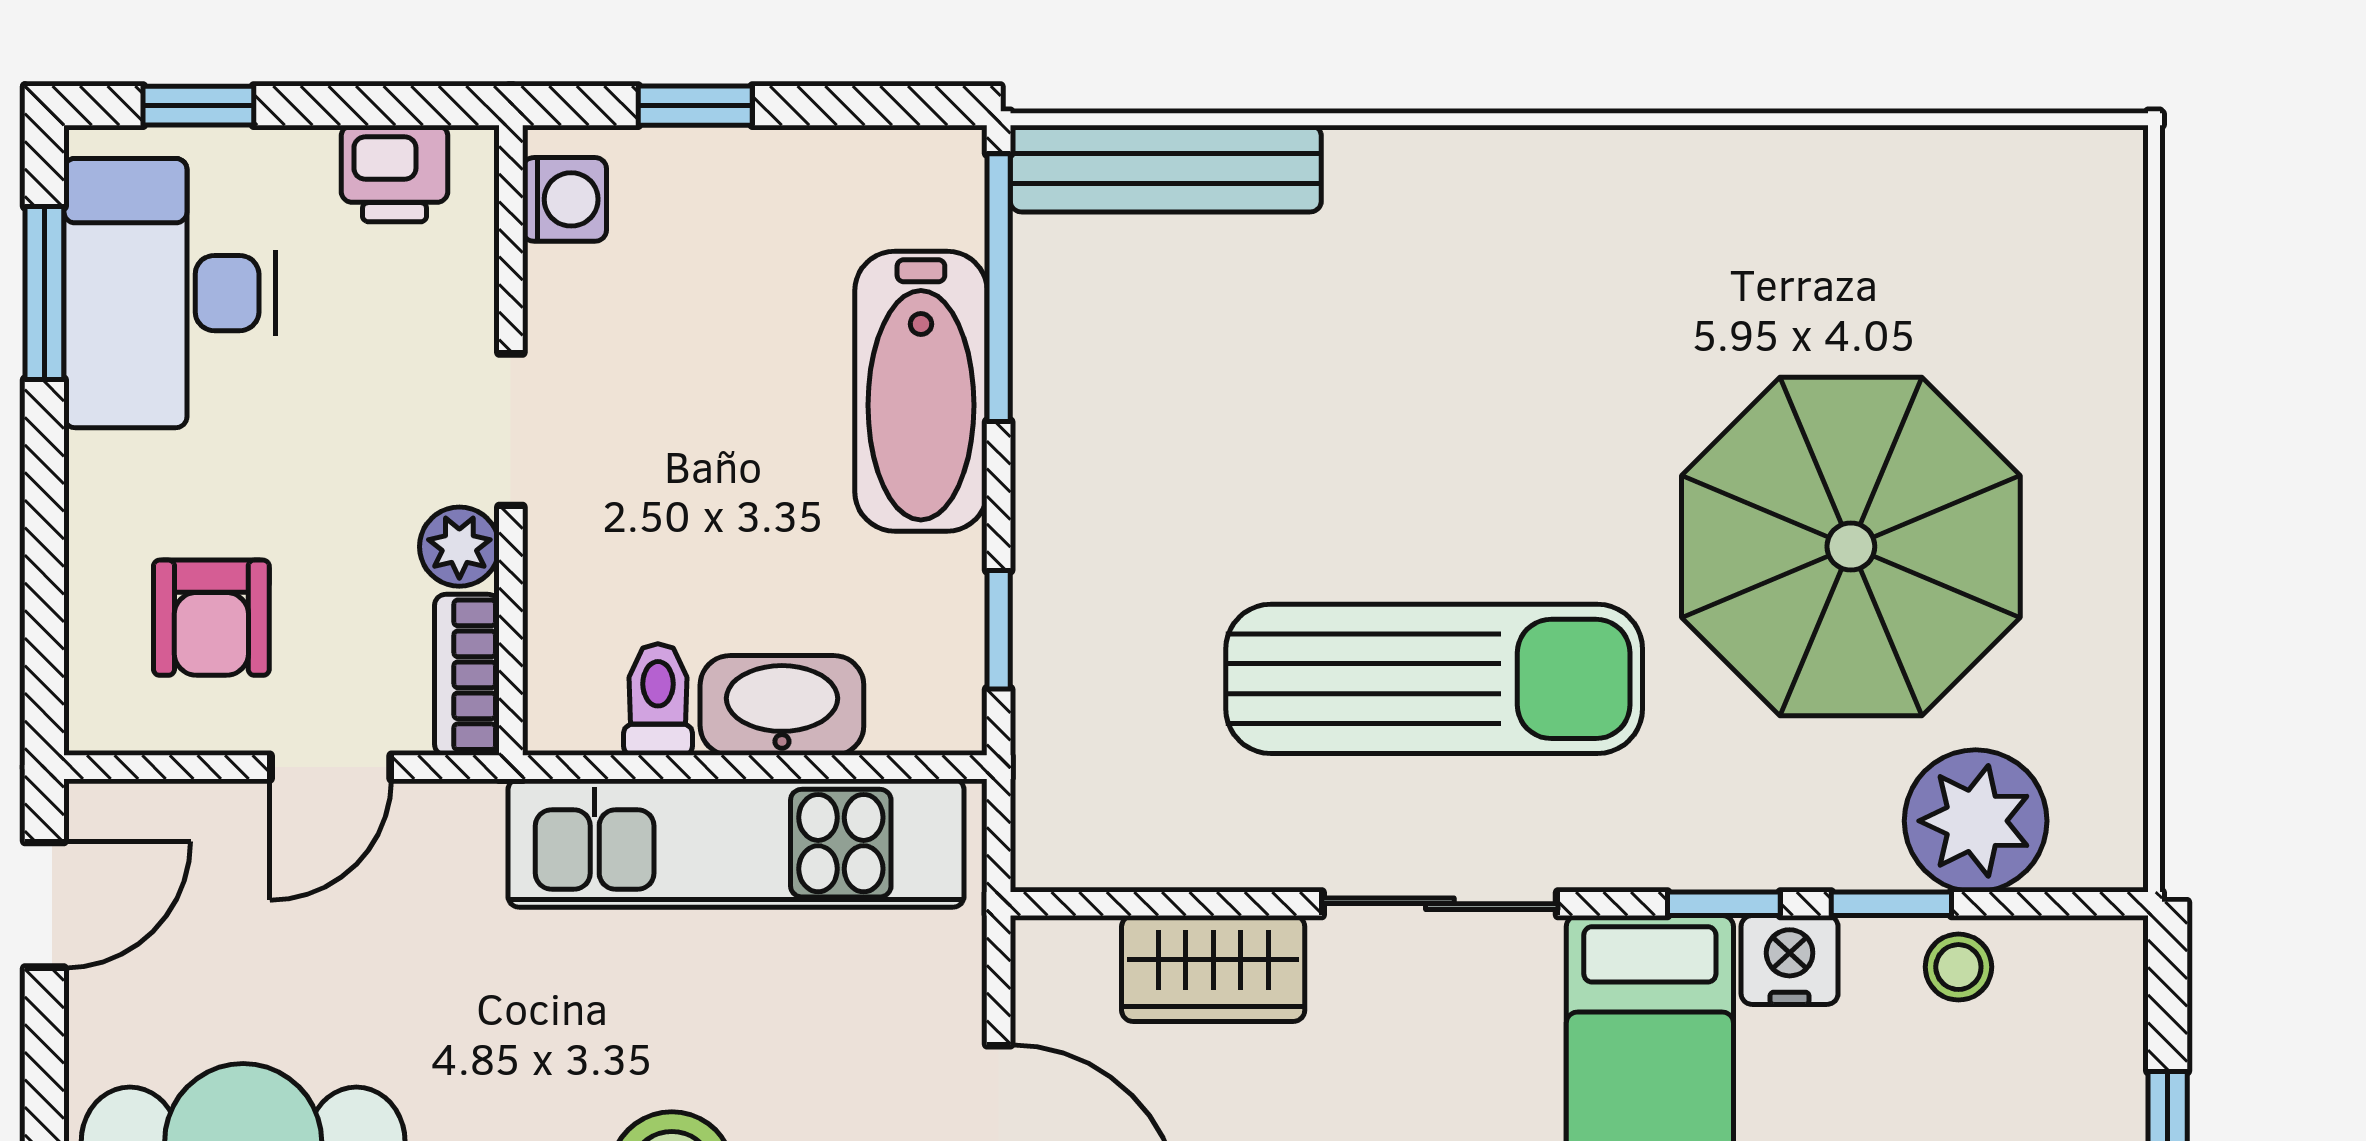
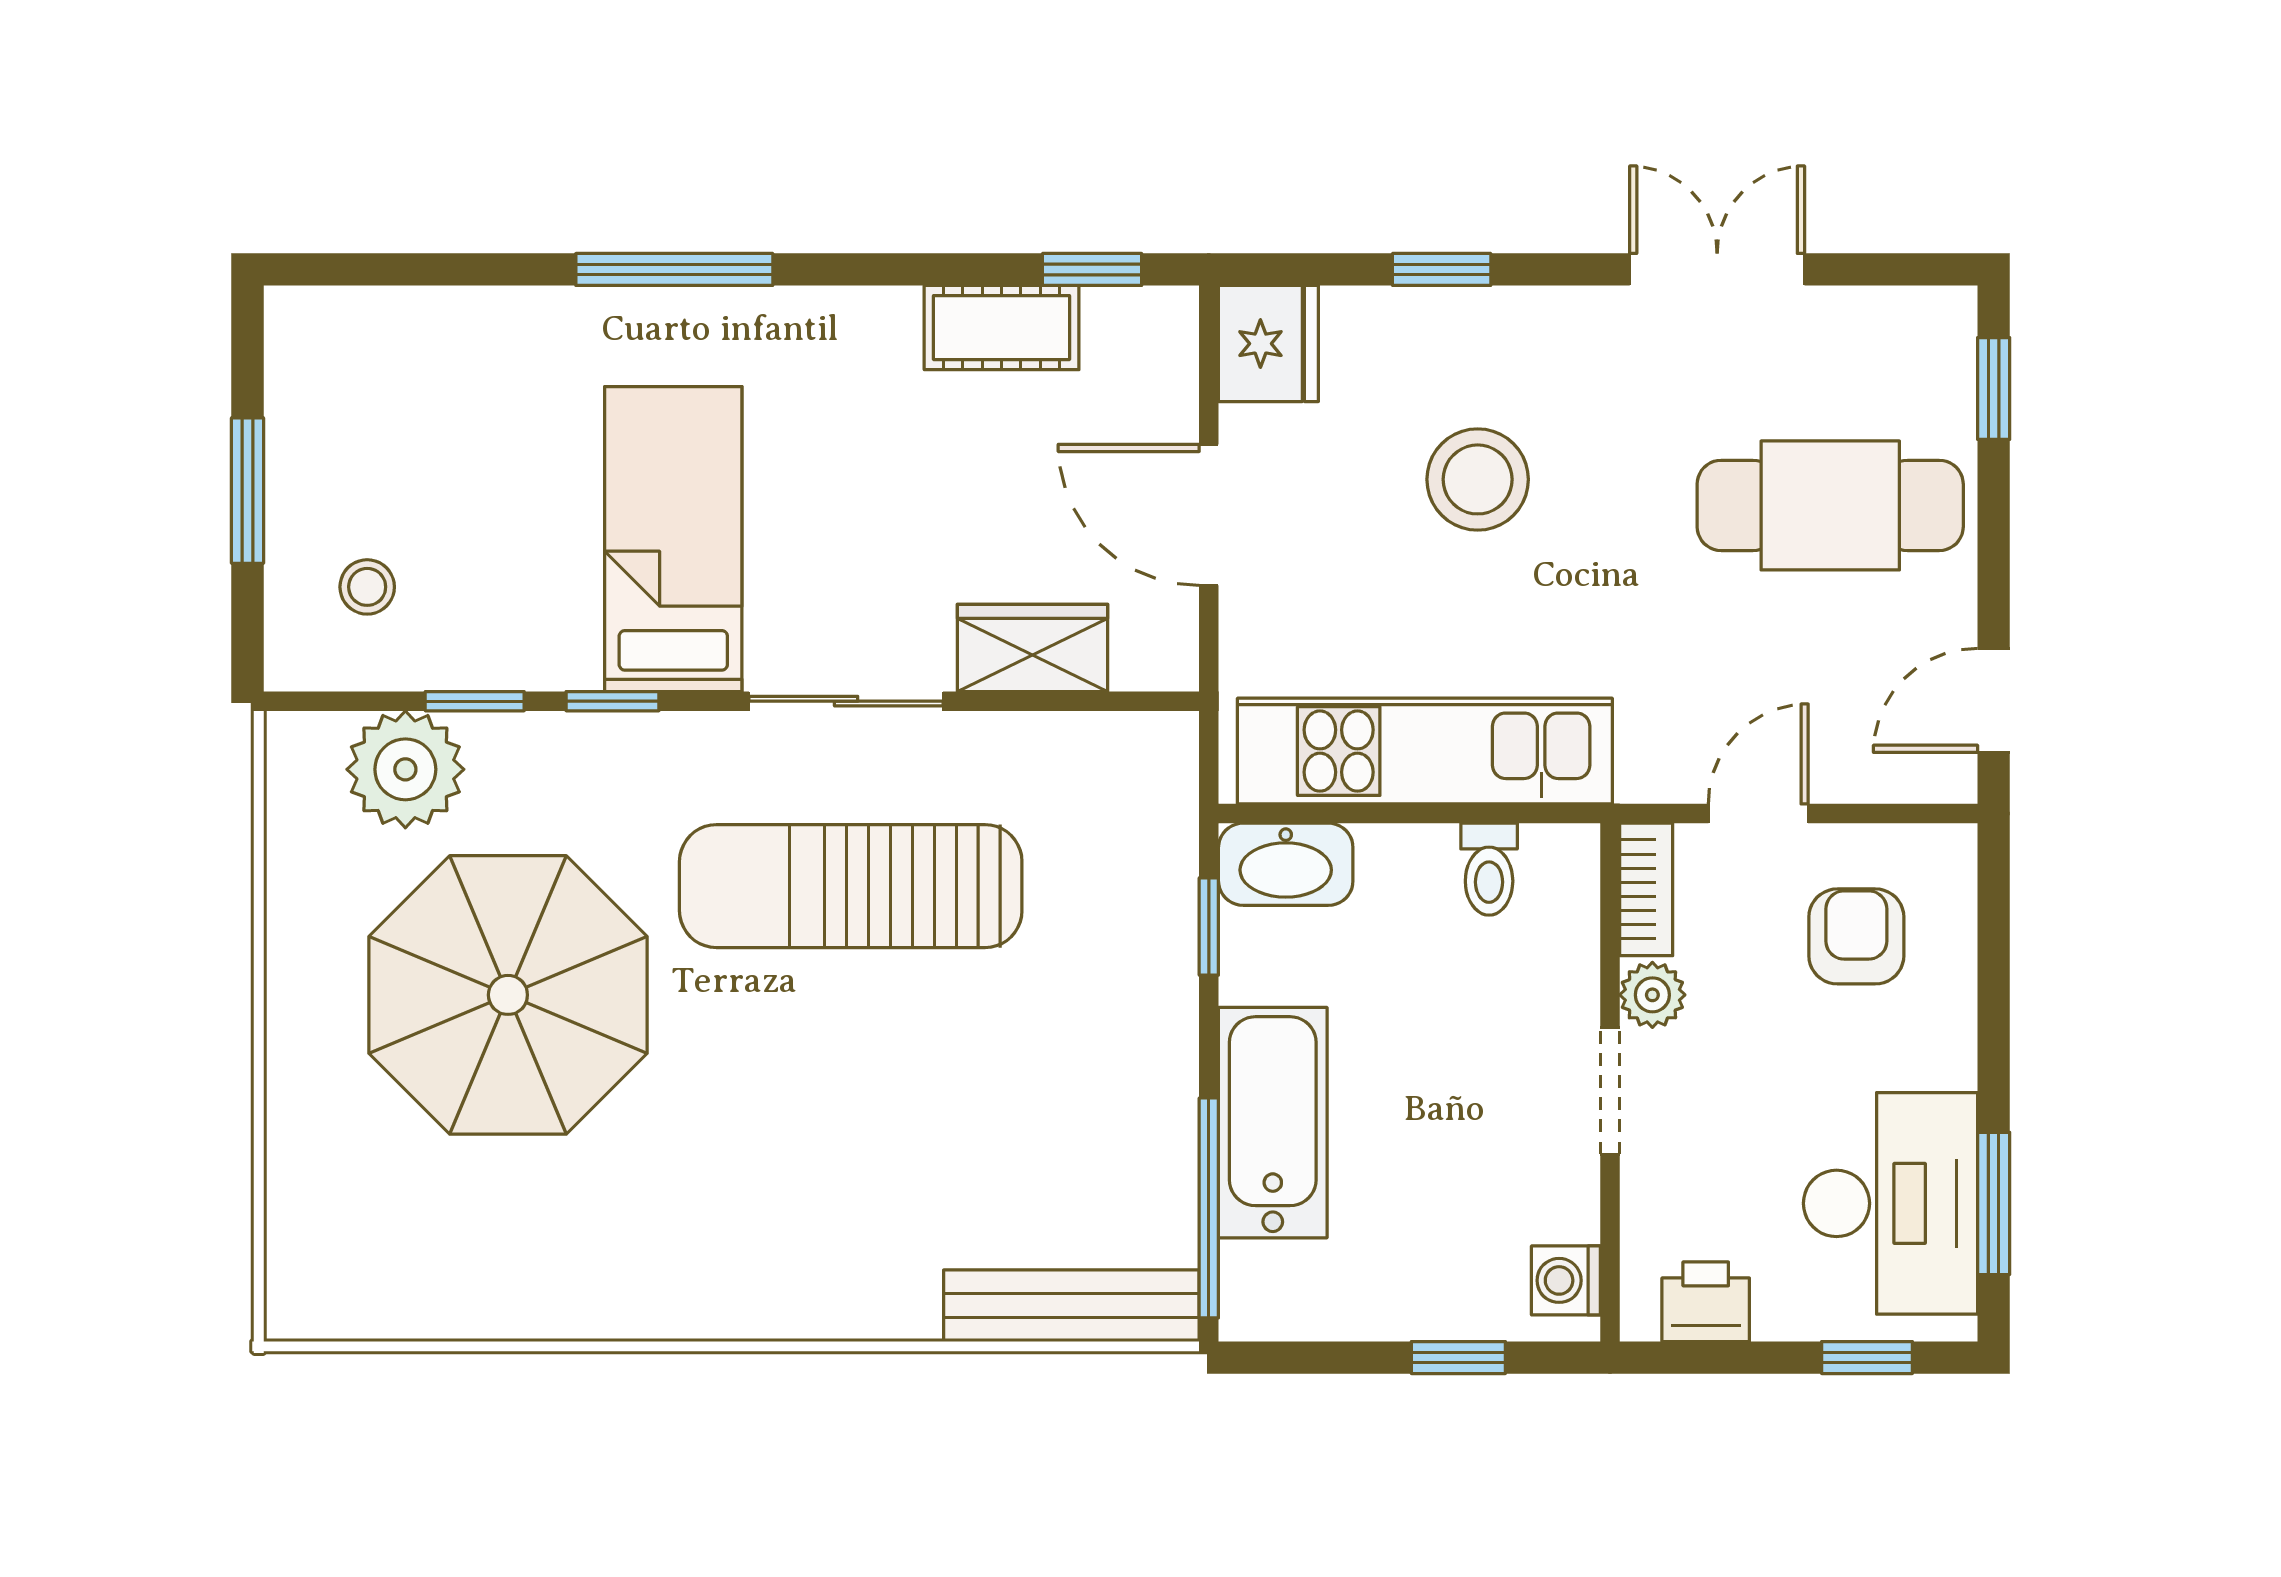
washbasin: (782, 705) -> (1286, 864), moved
nightstand: (1790, 960) -> (558, 655), removed
stool: (1958, 967) -> (367, 587), moved

